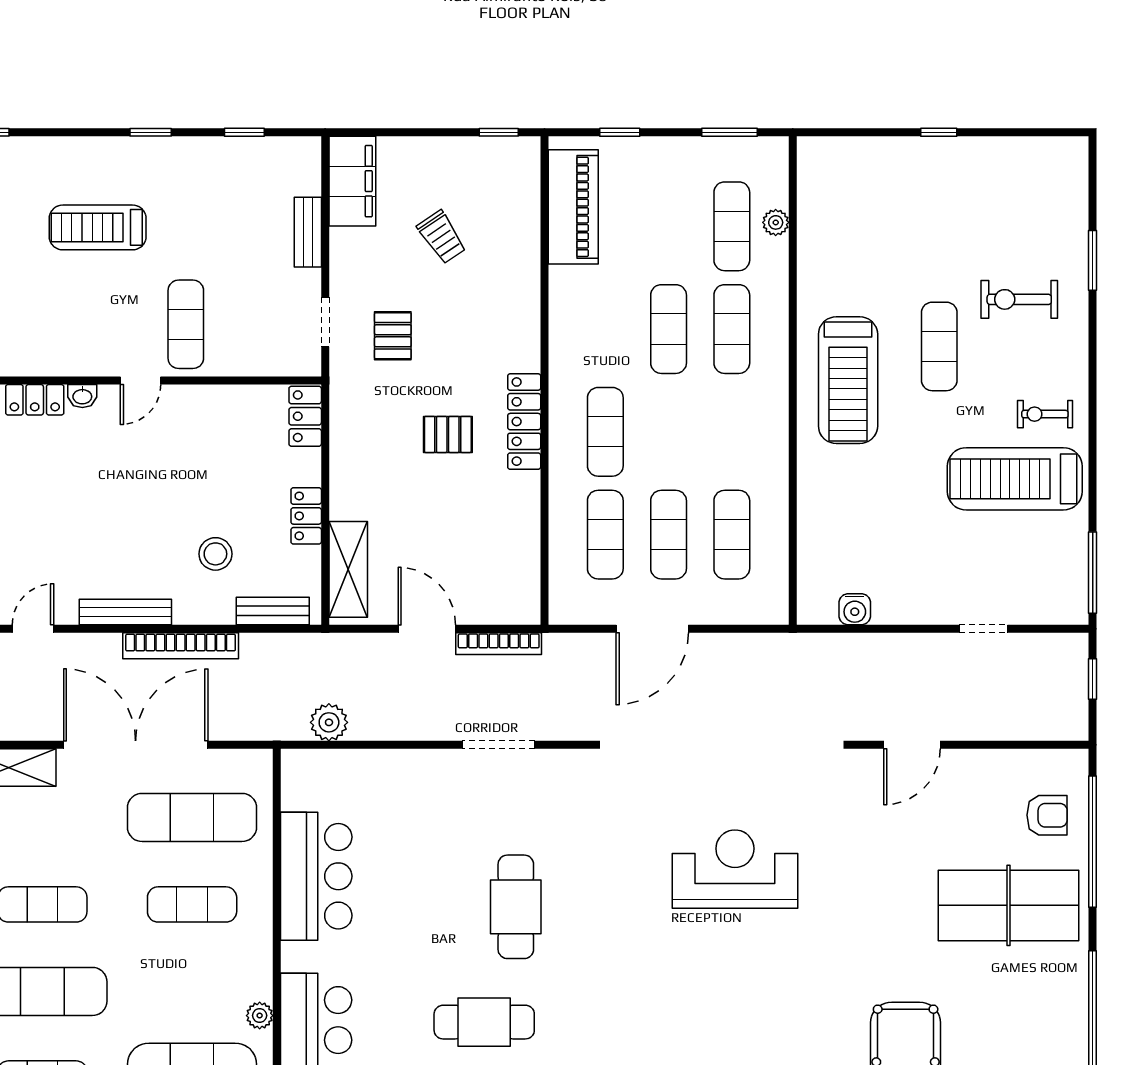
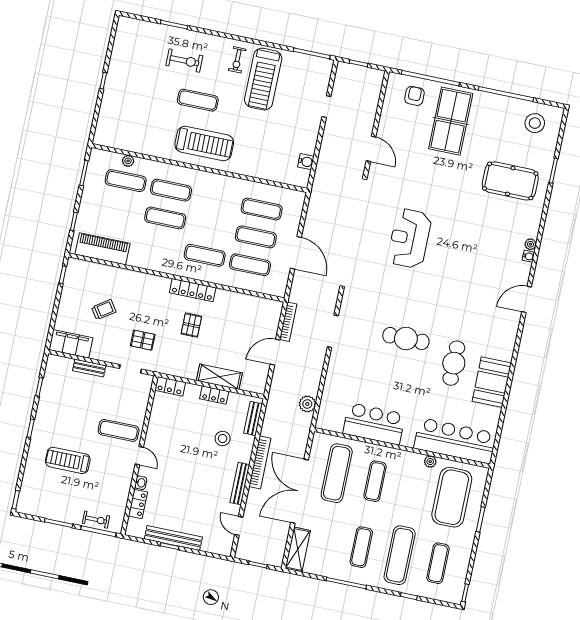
treadmill: (98, 227) -> (68, 460), turned 90
exercise bike: (1019, 299) -> (184, 61), turned -90
shelving: (348, 569) -> (219, 377), moved

